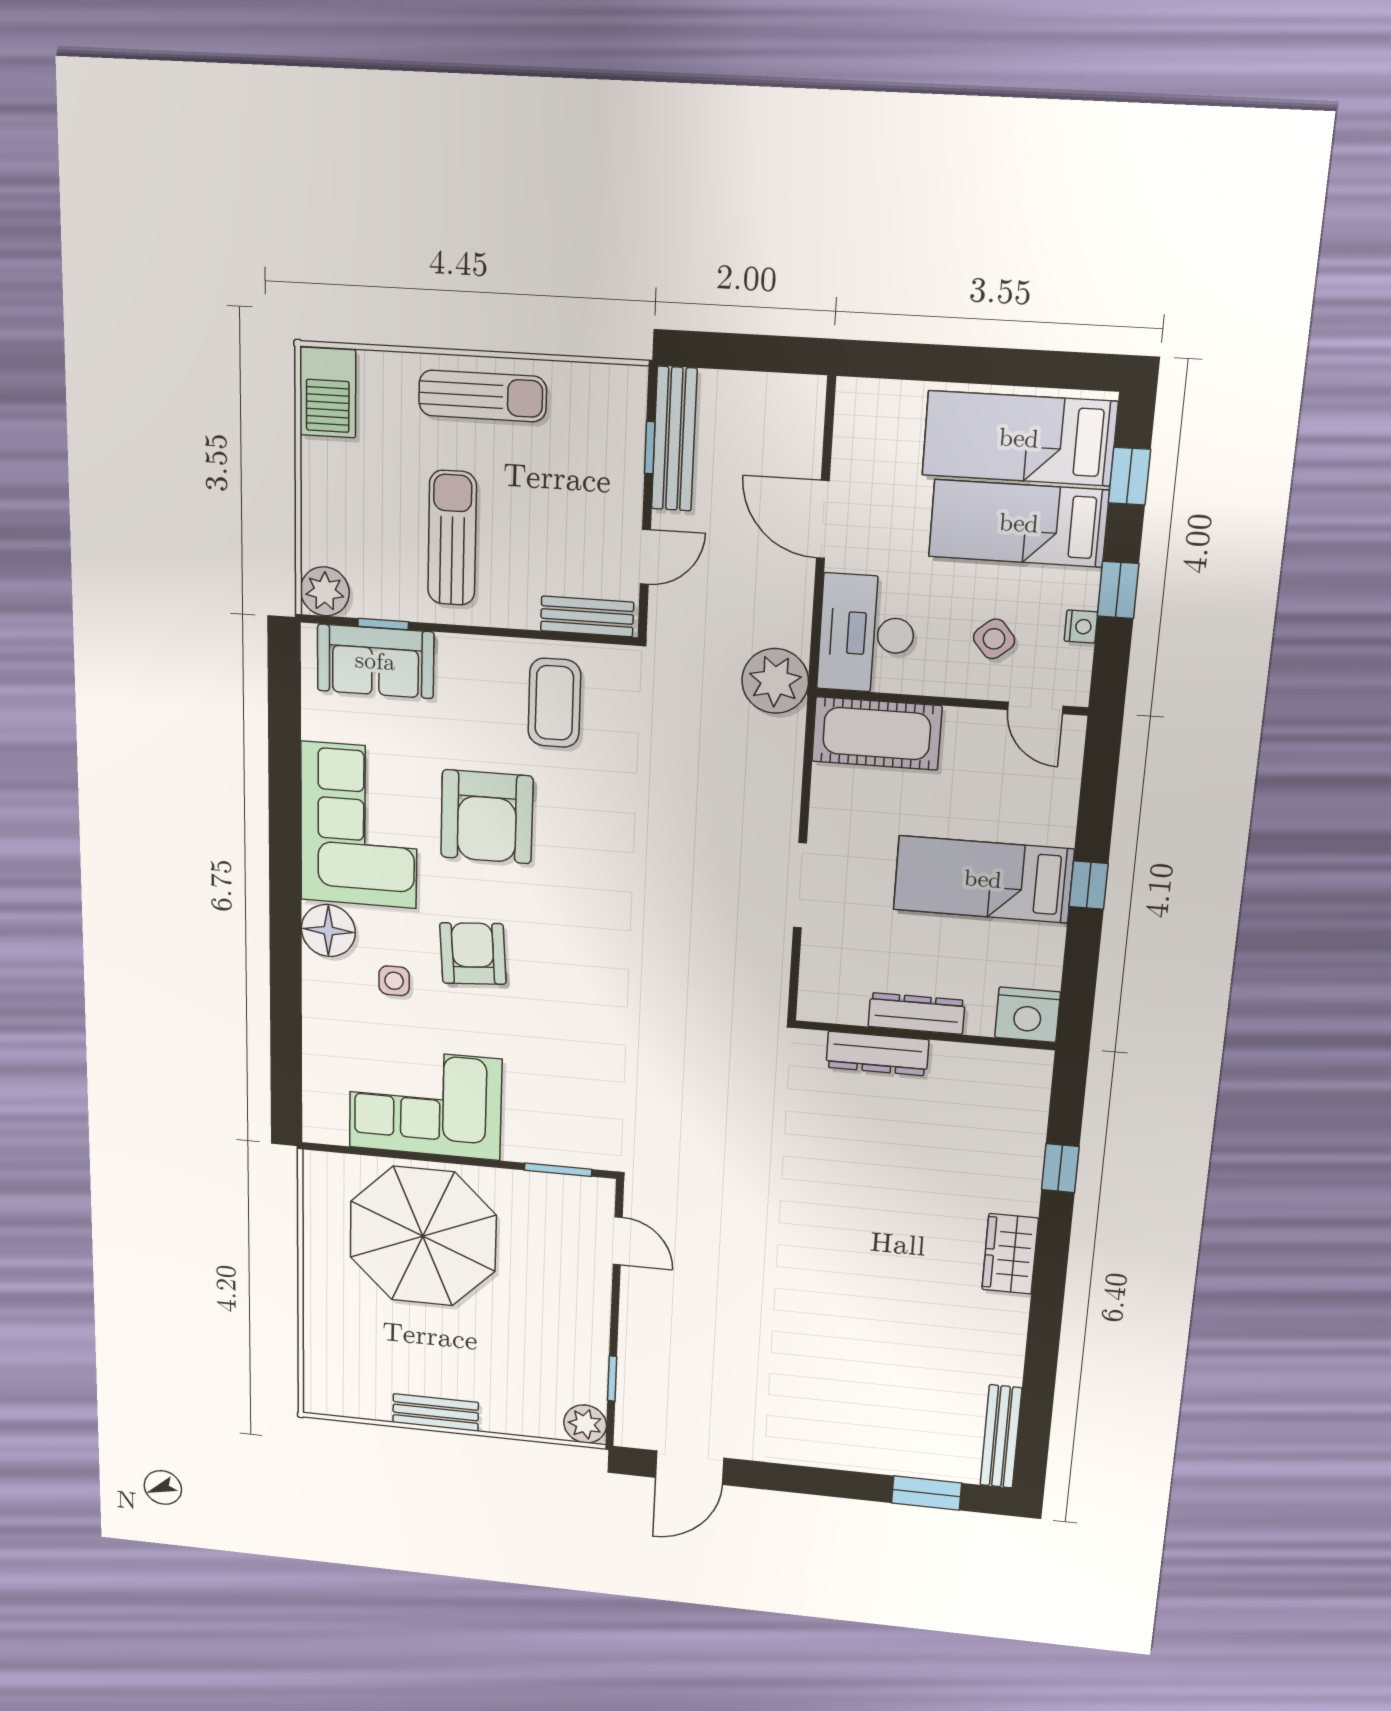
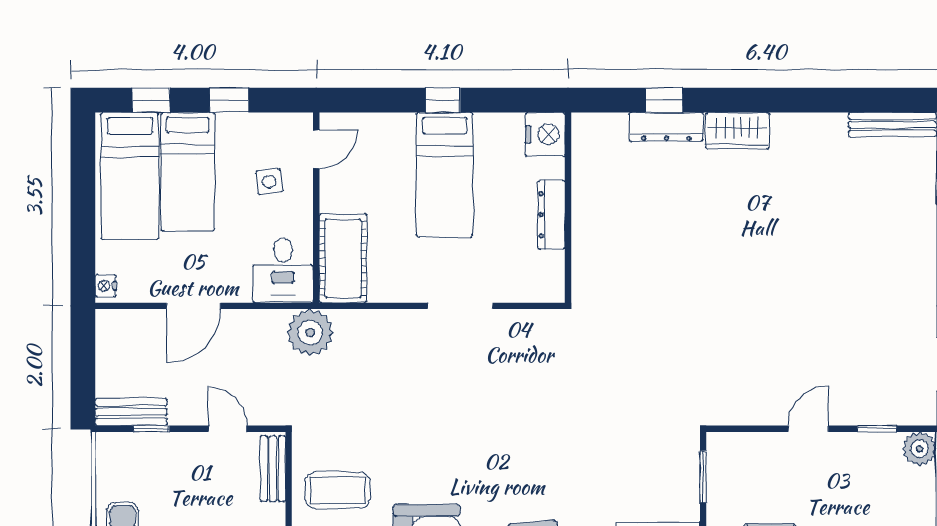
bench: (674, 439) -> (131, 412), width x0.73
nightstand: (1081, 626) -> (106, 286), moved, turned -90
desk: (867, 634) -> (283, 270), width x0.73
side table: (994, 639) -> (269, 182), turned 34
dresser: (877, 1054) -> (666, 127), moved, turned 90
door: (618, 1241) -> (808, 429), moved

